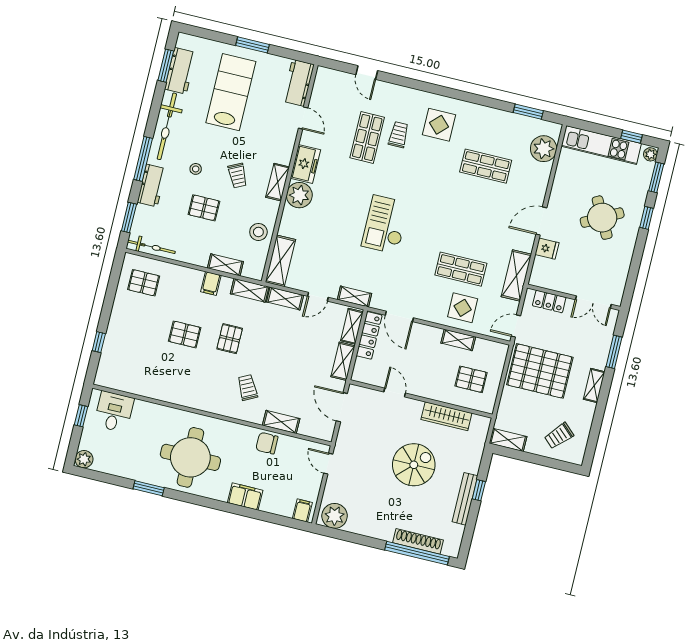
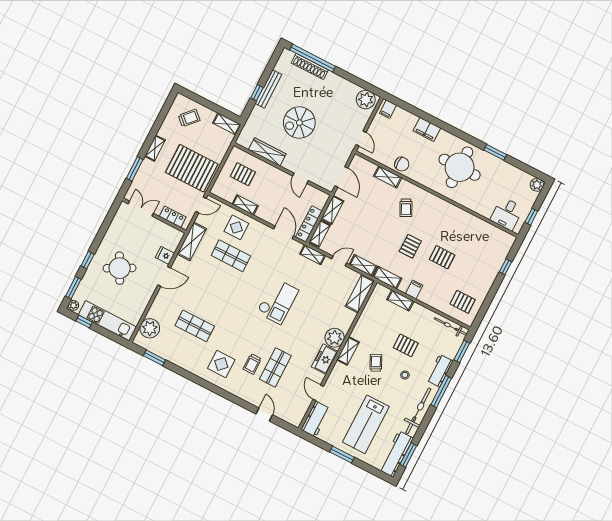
workbench: (180, 71) -> (396, 454), width x1.37
stool: (258, 232) -> (371, 318), removed

